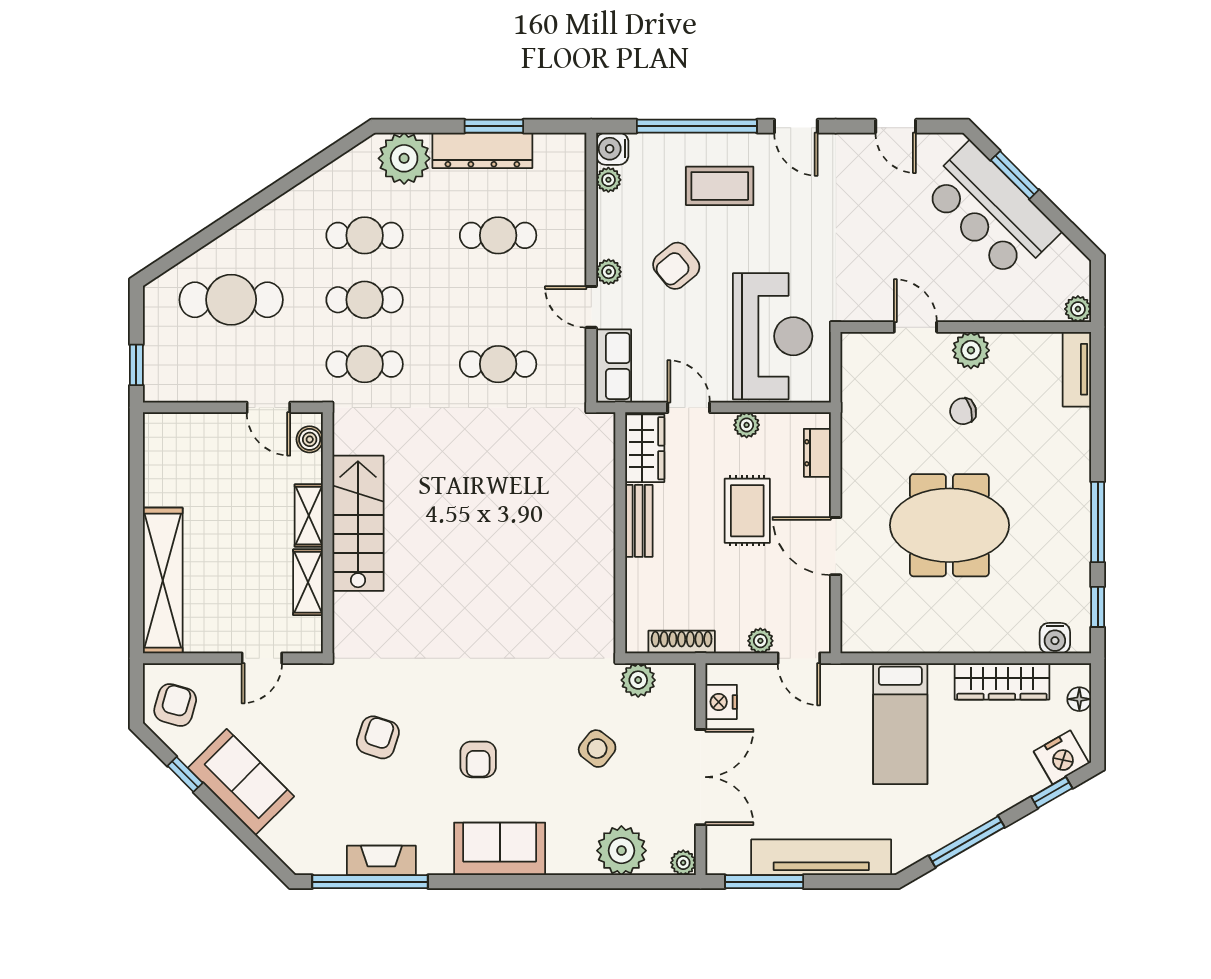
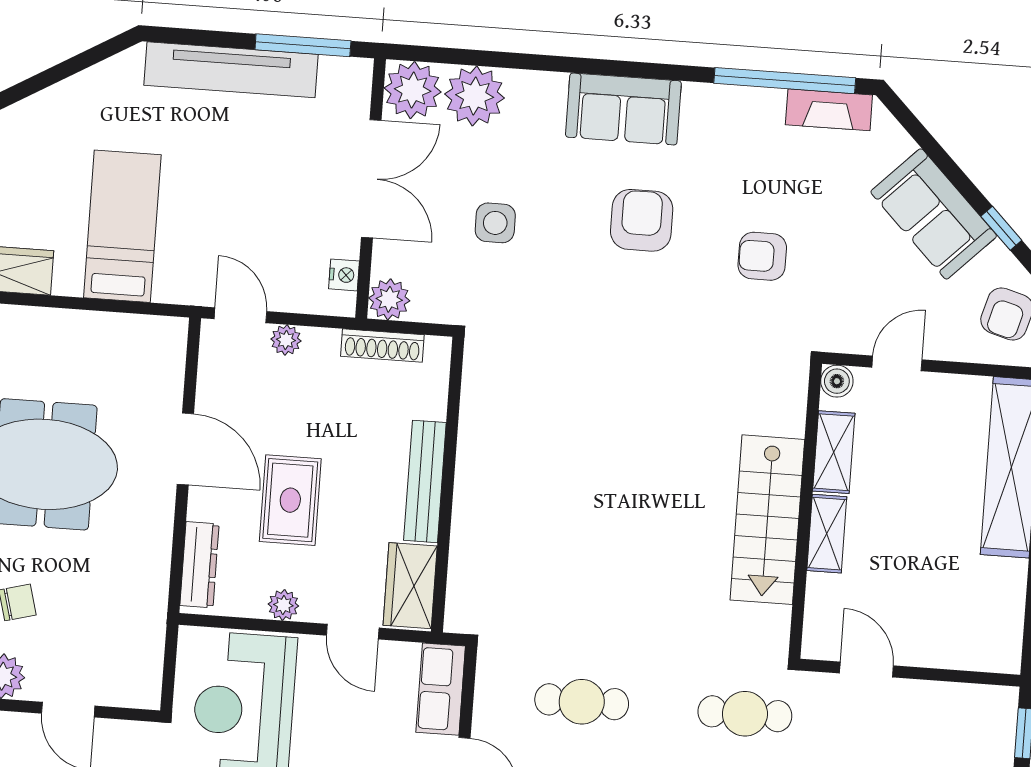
boiler: (310, 439) -> (837, 381), moved
dresser: (817, 453) -> (199, 565), width x1.44
bench: (639, 521) -> (425, 481), width x1.36
plant: (638, 680) -> (389, 299), moved
nightstand: (721, 702) -> (344, 275), width x0.72, depth x0.74
armchair: (378, 737) -> (762, 256), turned 72
side table: (597, 749) -> (495, 223), turned -38
armchair: (478, 759) -> (642, 220), width x1.38, depth x1.38
double door: (701, 777) -> (371, 179), swing flipped
window: (967, 842) -> (52, 76), removed
fireplace: (381, 860) -> (829, 110), moved
plant: (683, 863) -> (413, 90), width x1.87, depth x1.87

